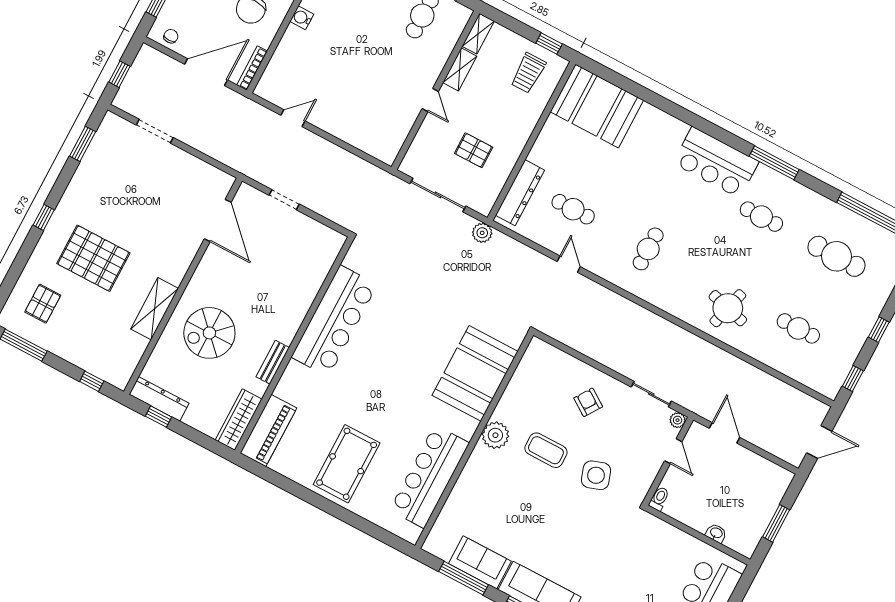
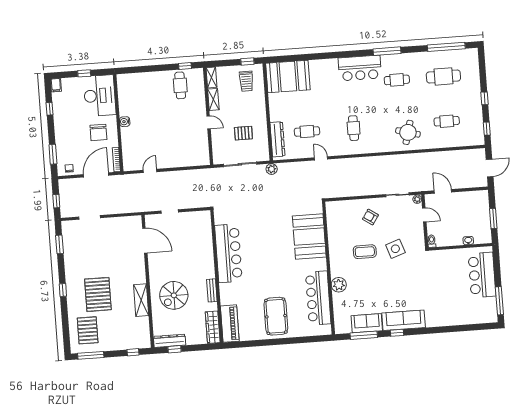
pallet: (93, 258) -> (98, 294), turned 90
pallet: (43, 304) -> (88, 330), width x1.50, depth x1.42
plant: (495, 435) -> (339, 285), moved

